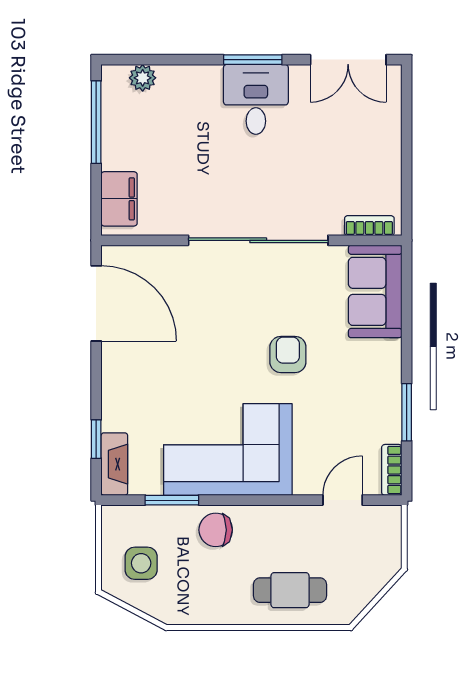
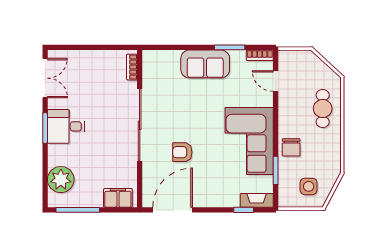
plant: (143, 78) -> (61, 180), width x1.88, depth x1.88
sofa: (375, 291) -> (205, 64), moved
armchair: (288, 354) -> (182, 152), moved

